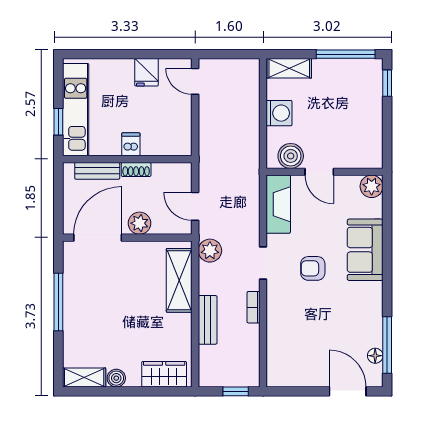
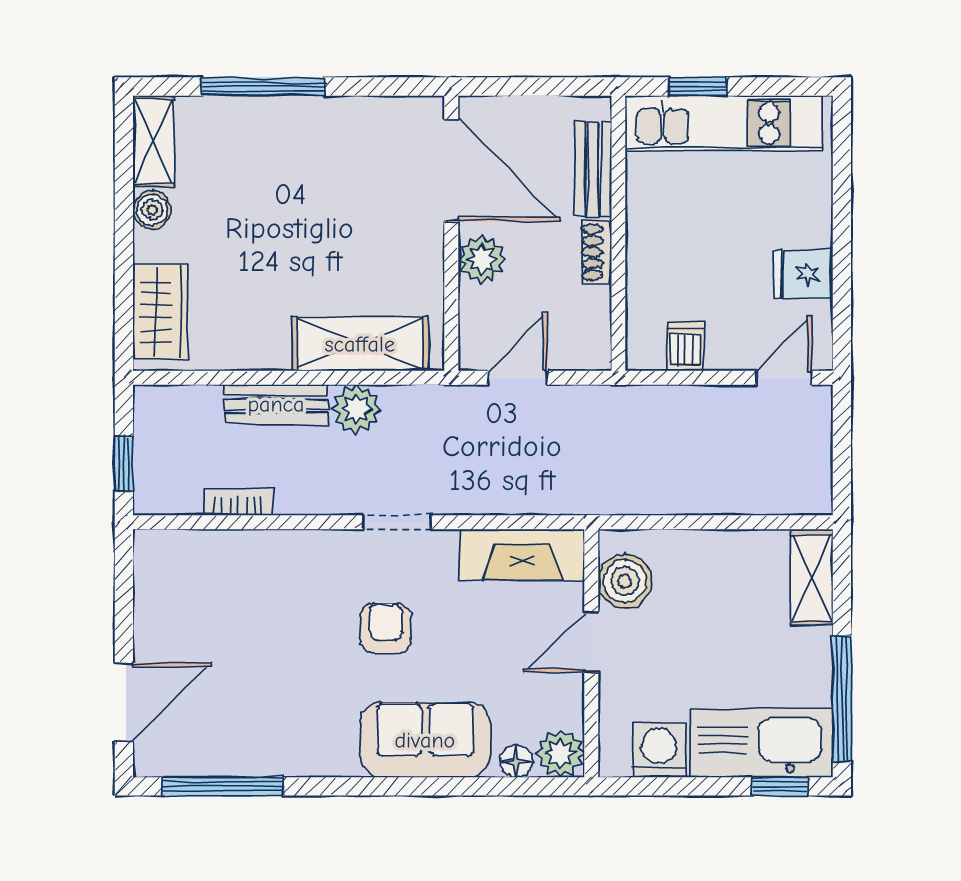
kitchen sink: (367, 92) -> (761, 743), added
washing machine: (279, 113) -> (659, 750), moved, turned 180
dishwasher: (131, 144) -> (685, 346), moved, turned -90
plant: (210, 251) -> (356, 409), moved
window: (58, 302) -> (263, 86), moved
bookcase: (254, 307) -> (238, 502), moved
floor lamp: (375, 356) -> (516, 761), moved

